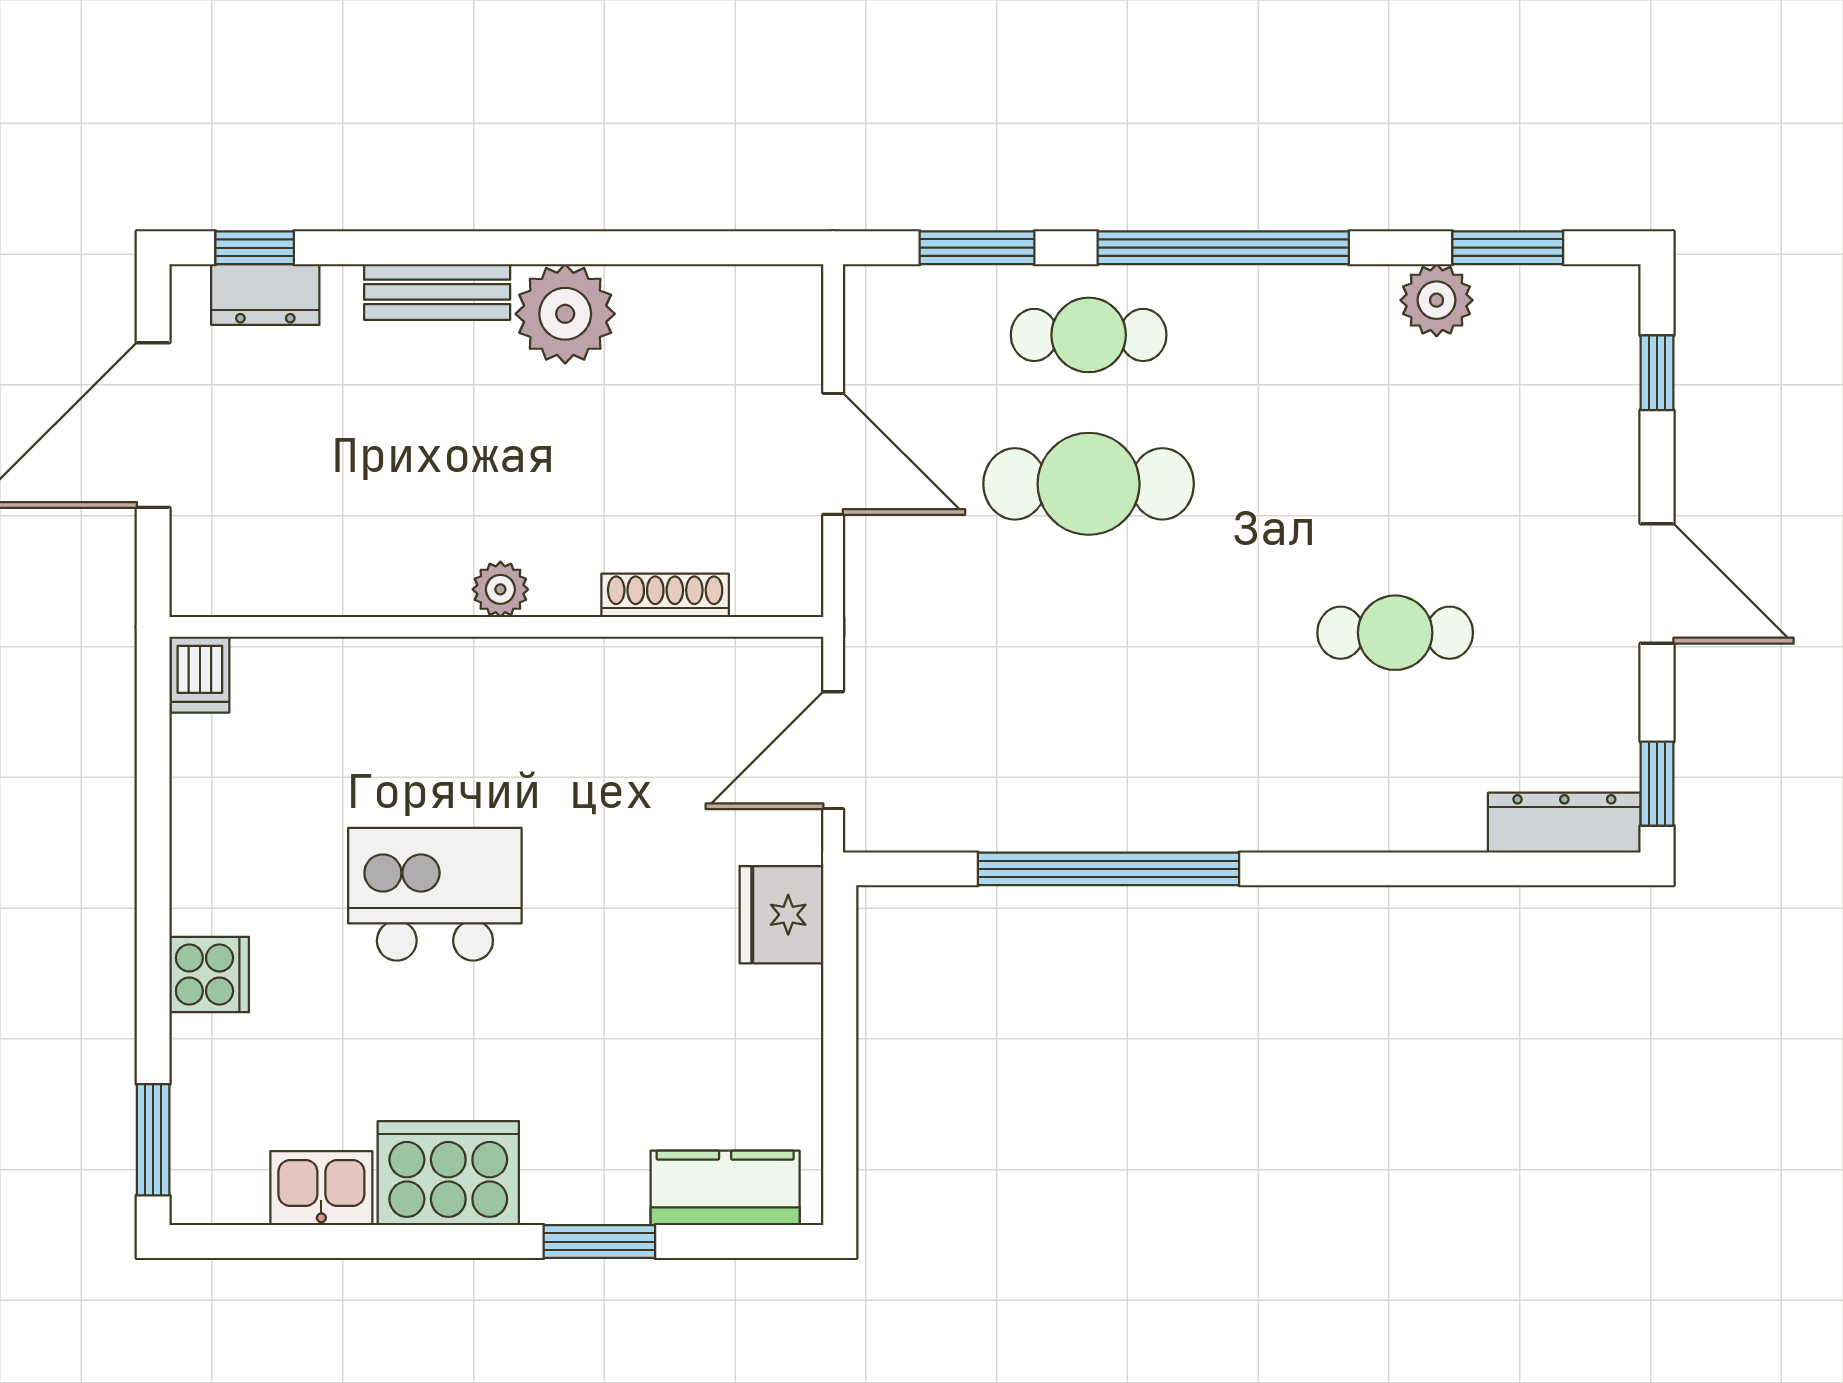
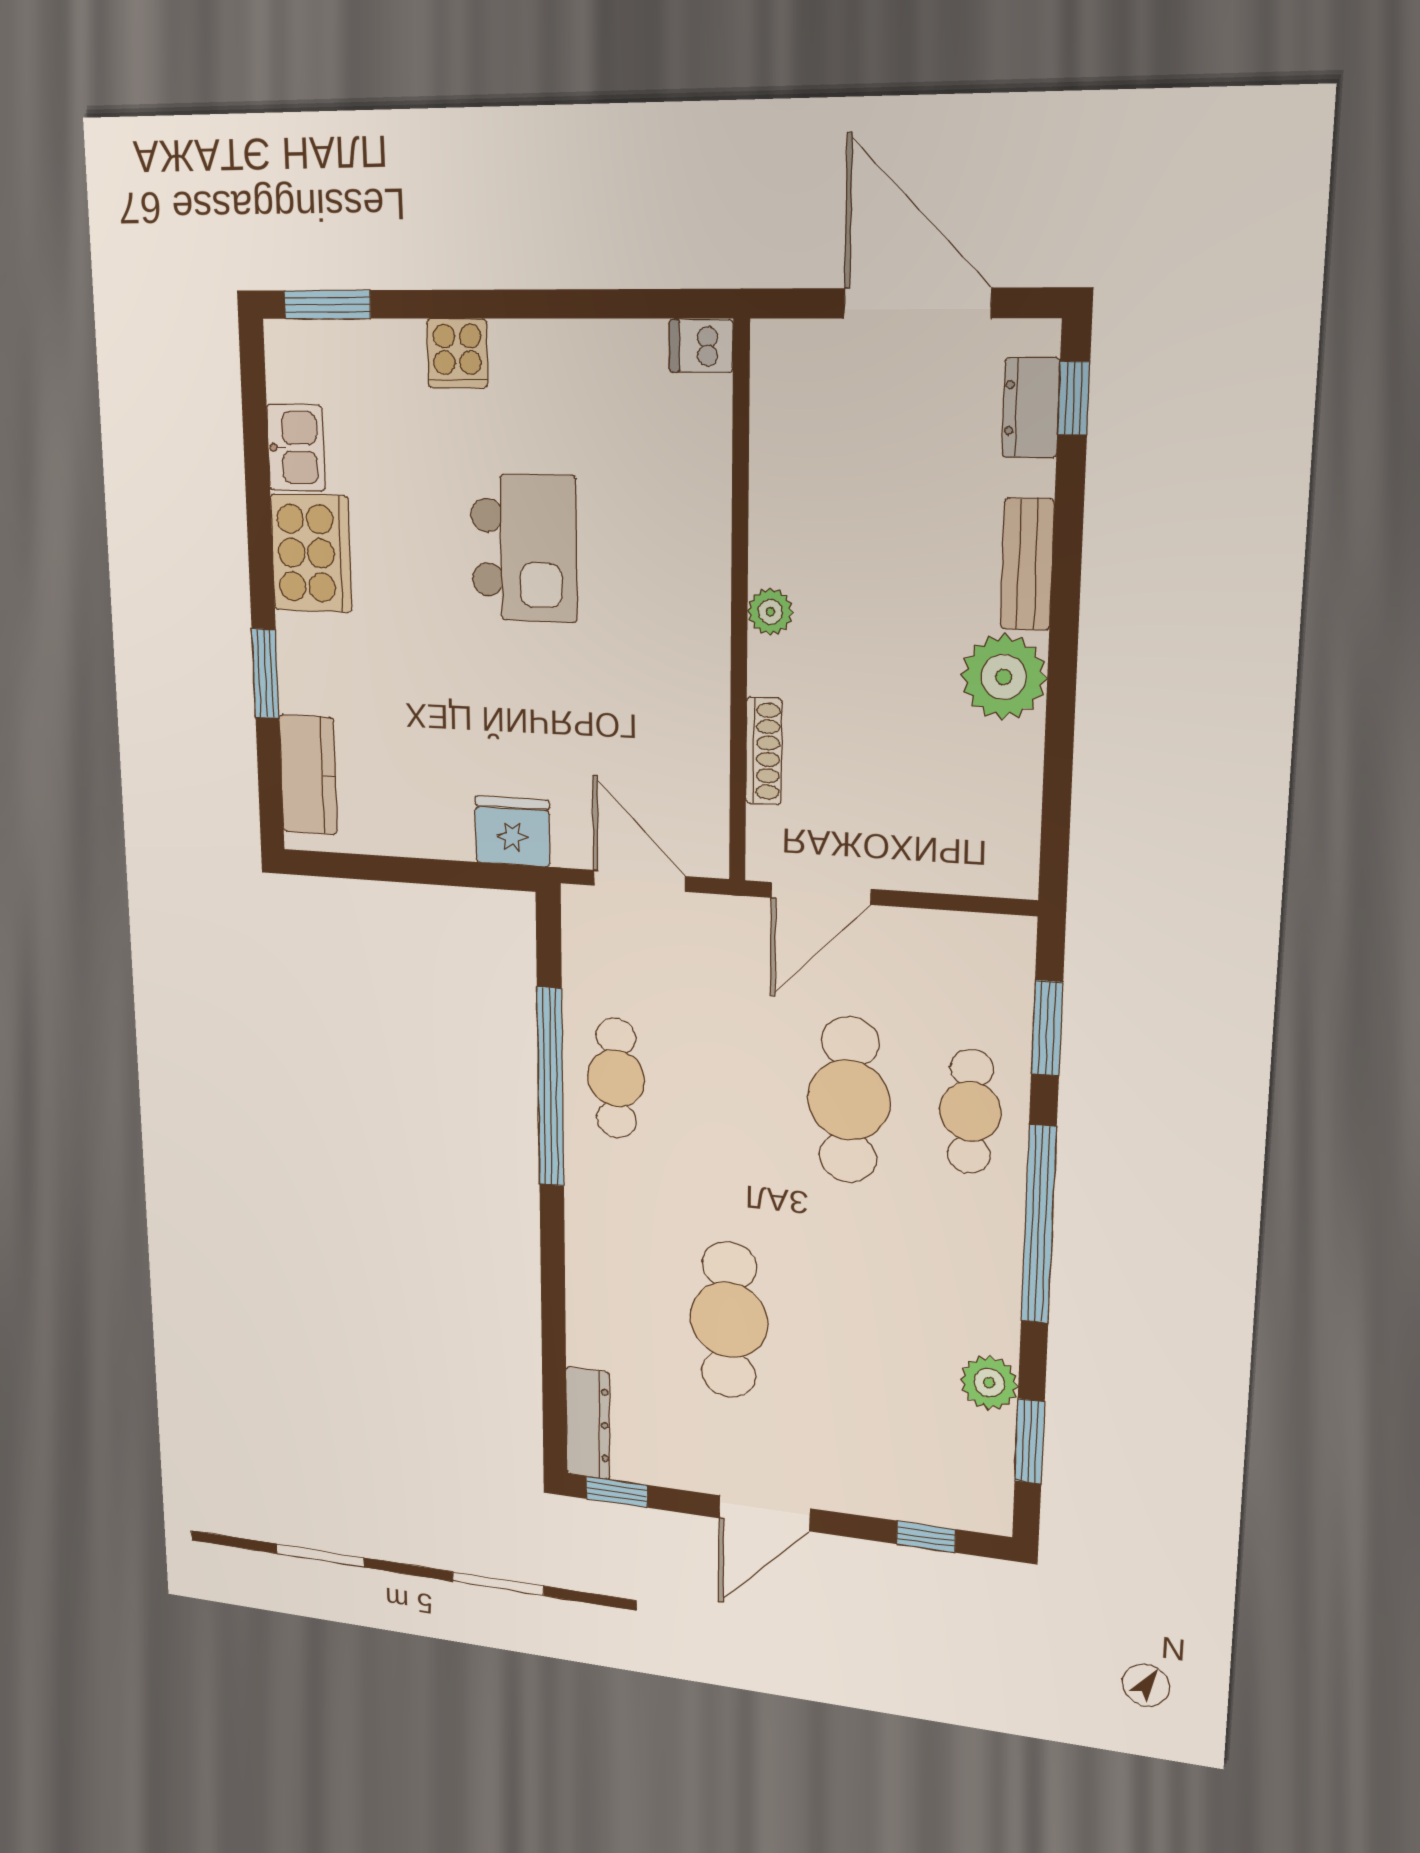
door: (833, 454) -> (821, 893), moved
cafe table: (1395, 633) -> (729, 1320), width x1.37, depth x1.35
cafe table: (1089, 782) -> (616, 1078), added

